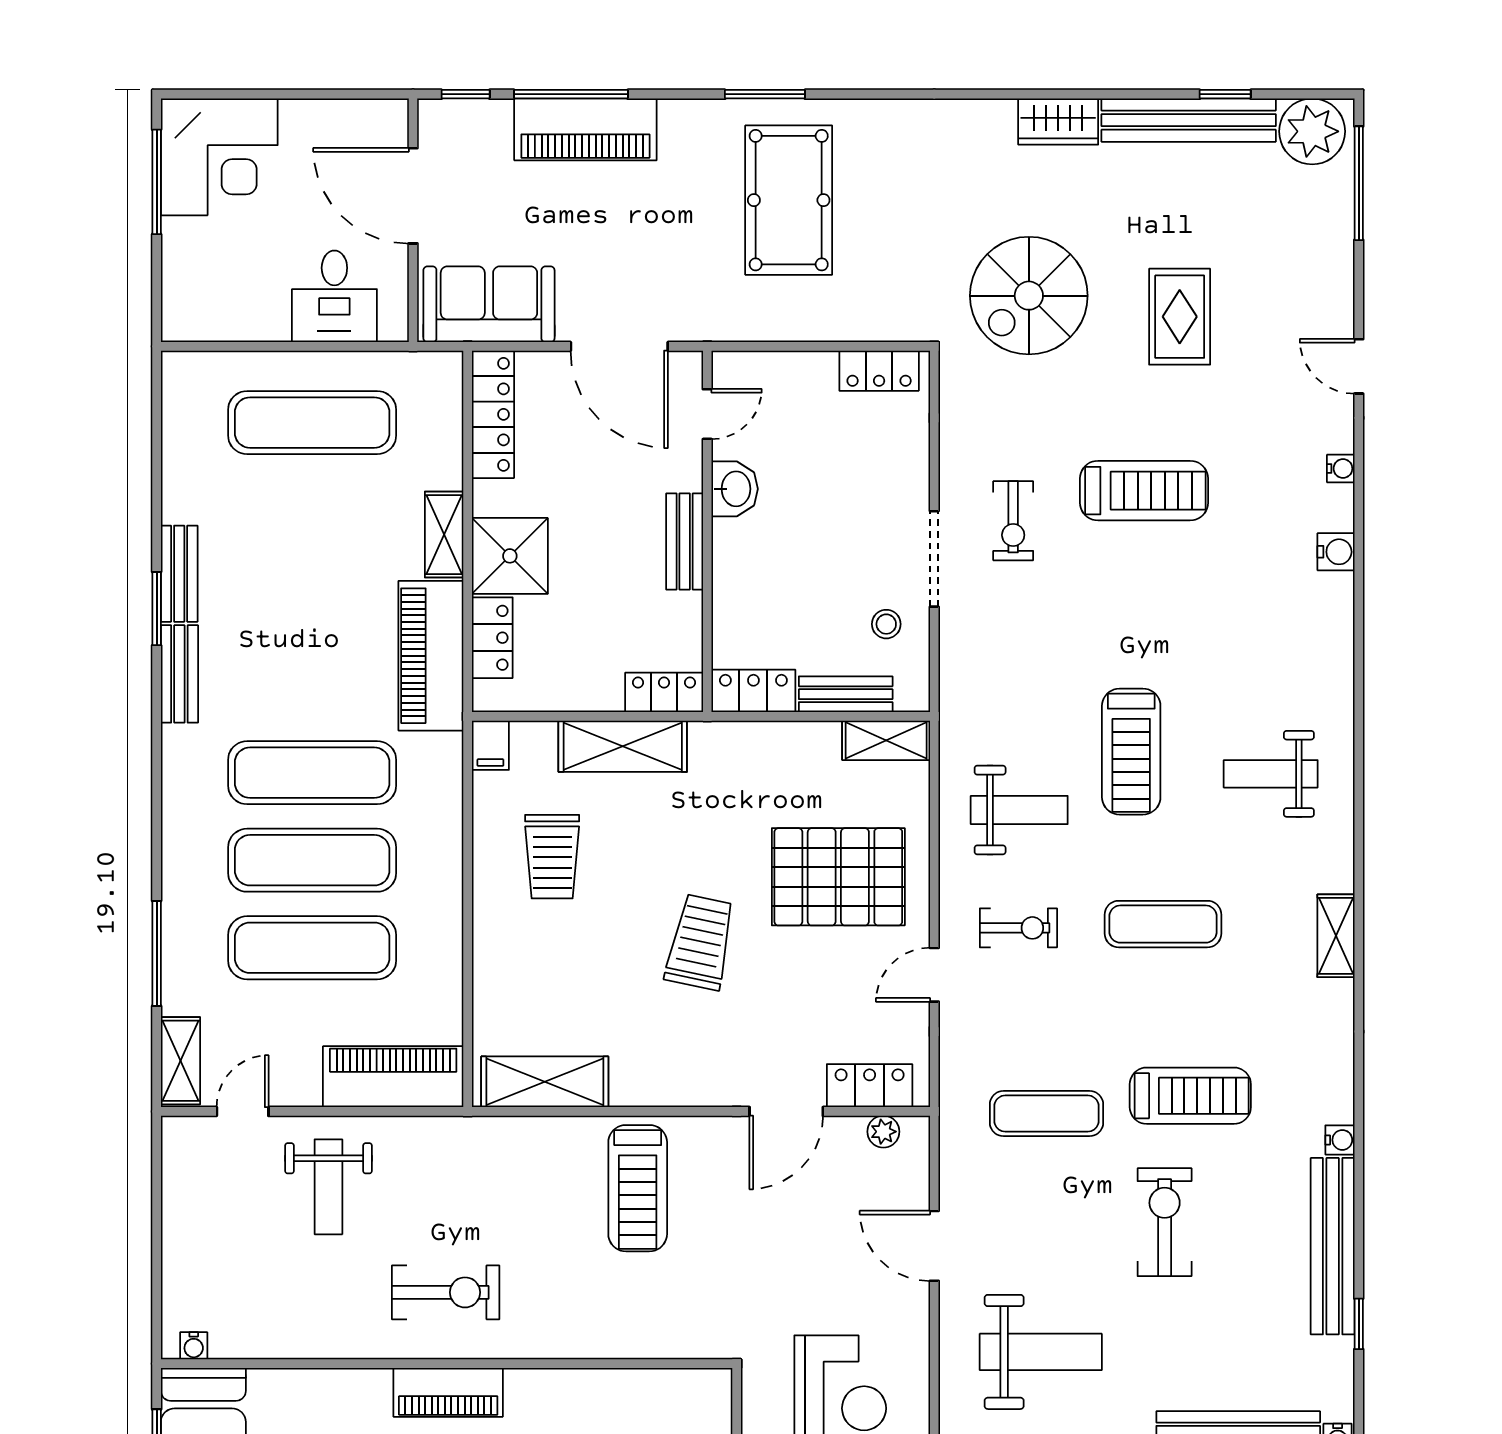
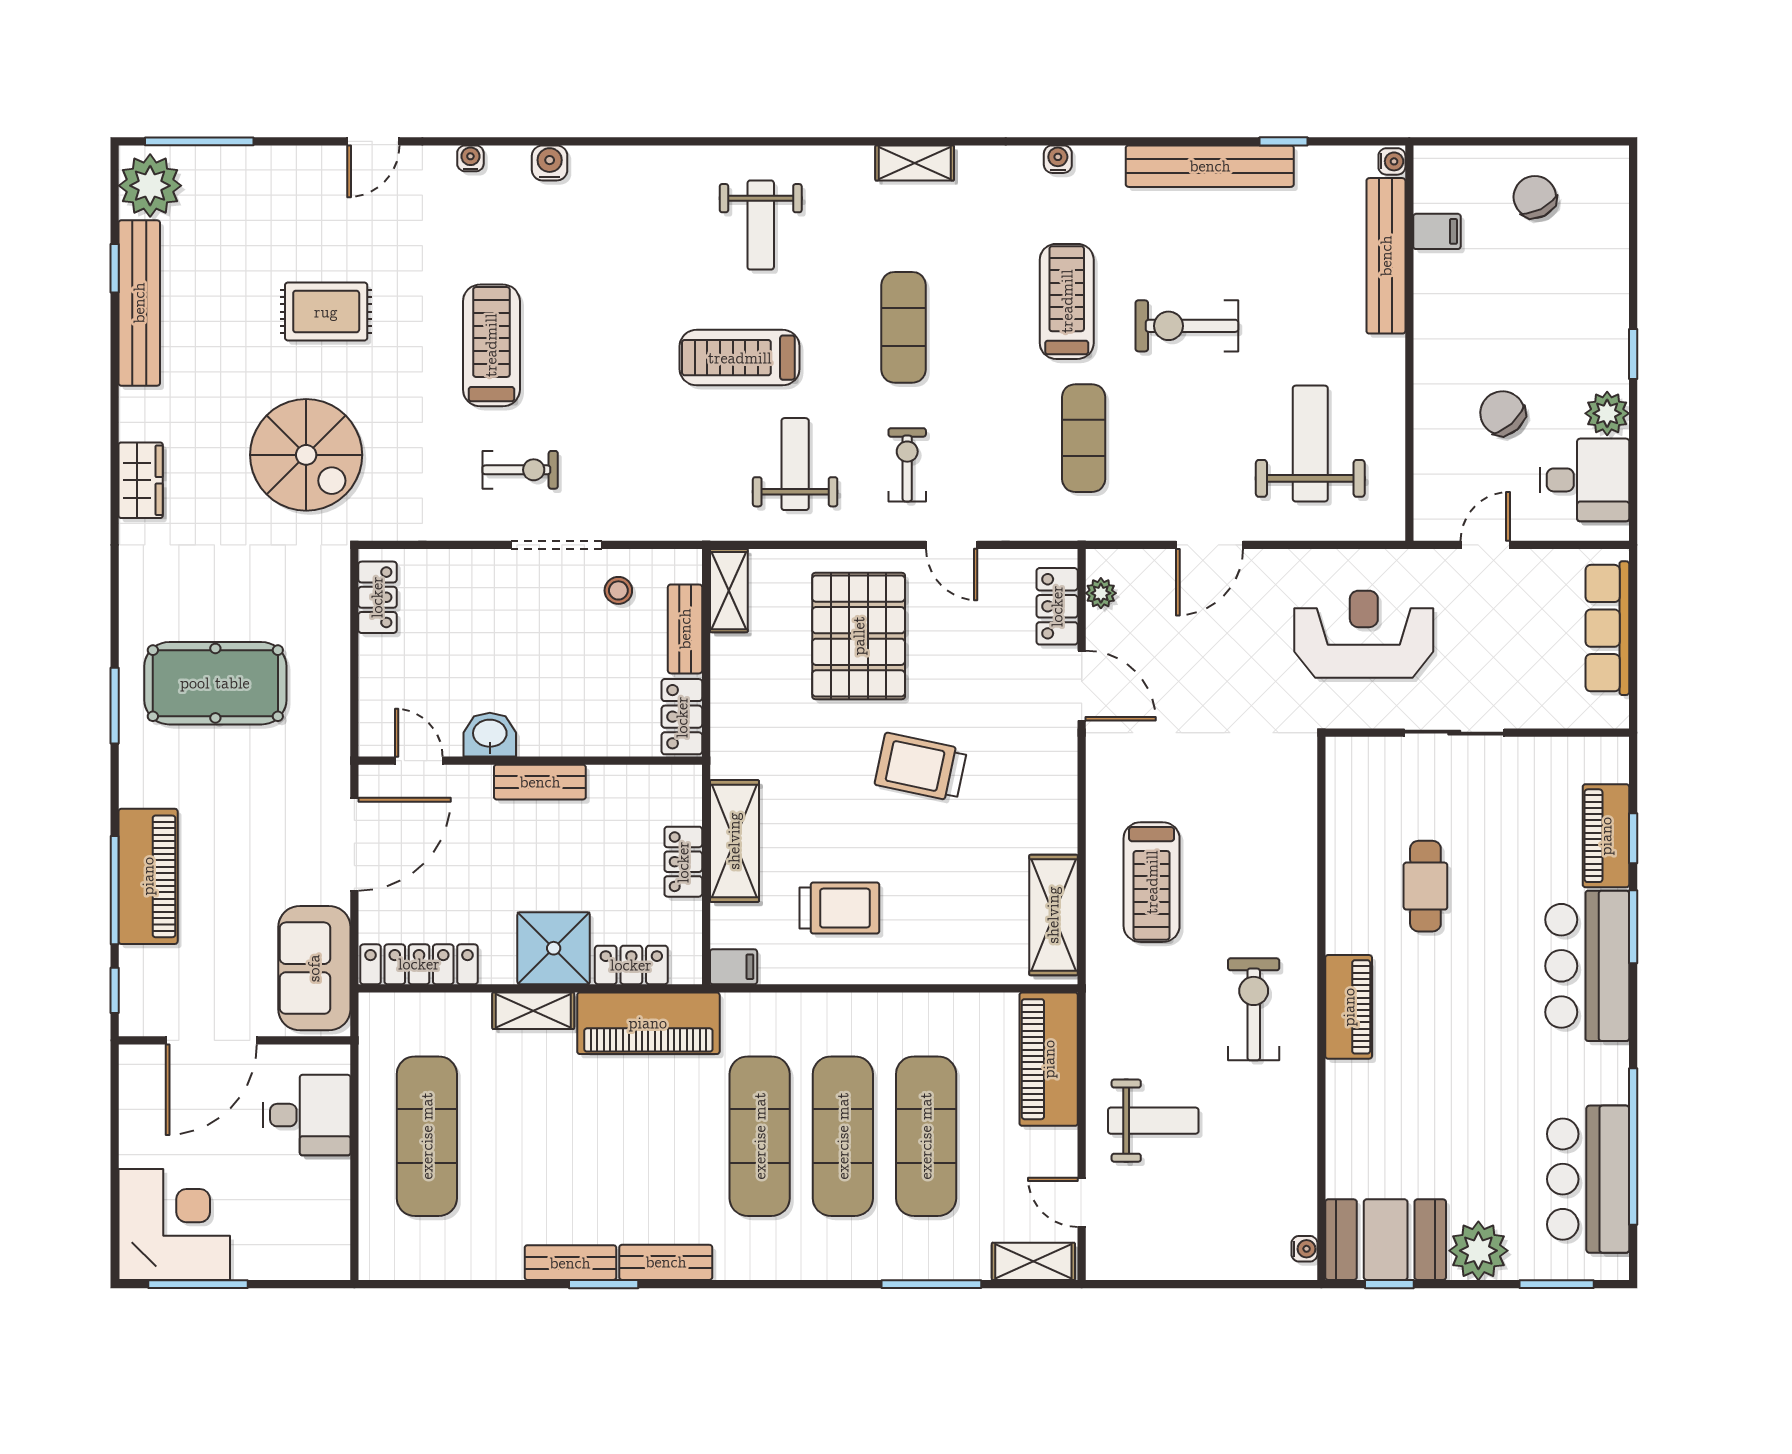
wardrobe: (1058, 122) -> (141, 480), moved
locker: (664, 692) -> (683, 862), moved
treadmill: (1131, 752) -> (740, 358), turned 180
water cooler: (1340, 1140) -> (1058, 159), moved
treadmill: (638, 1188) -> (1152, 882), moved, turned 90

